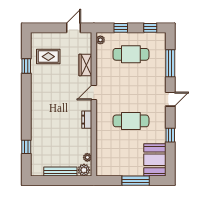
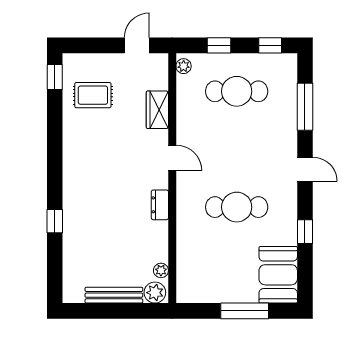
window: (26, 66) -> (55, 77), moved
door: (94, 93) -> (172, 158), swing flipped
door: (170, 99) -> (305, 169), hinge flipped
window: (26, 147) -> (55, 221), moved

